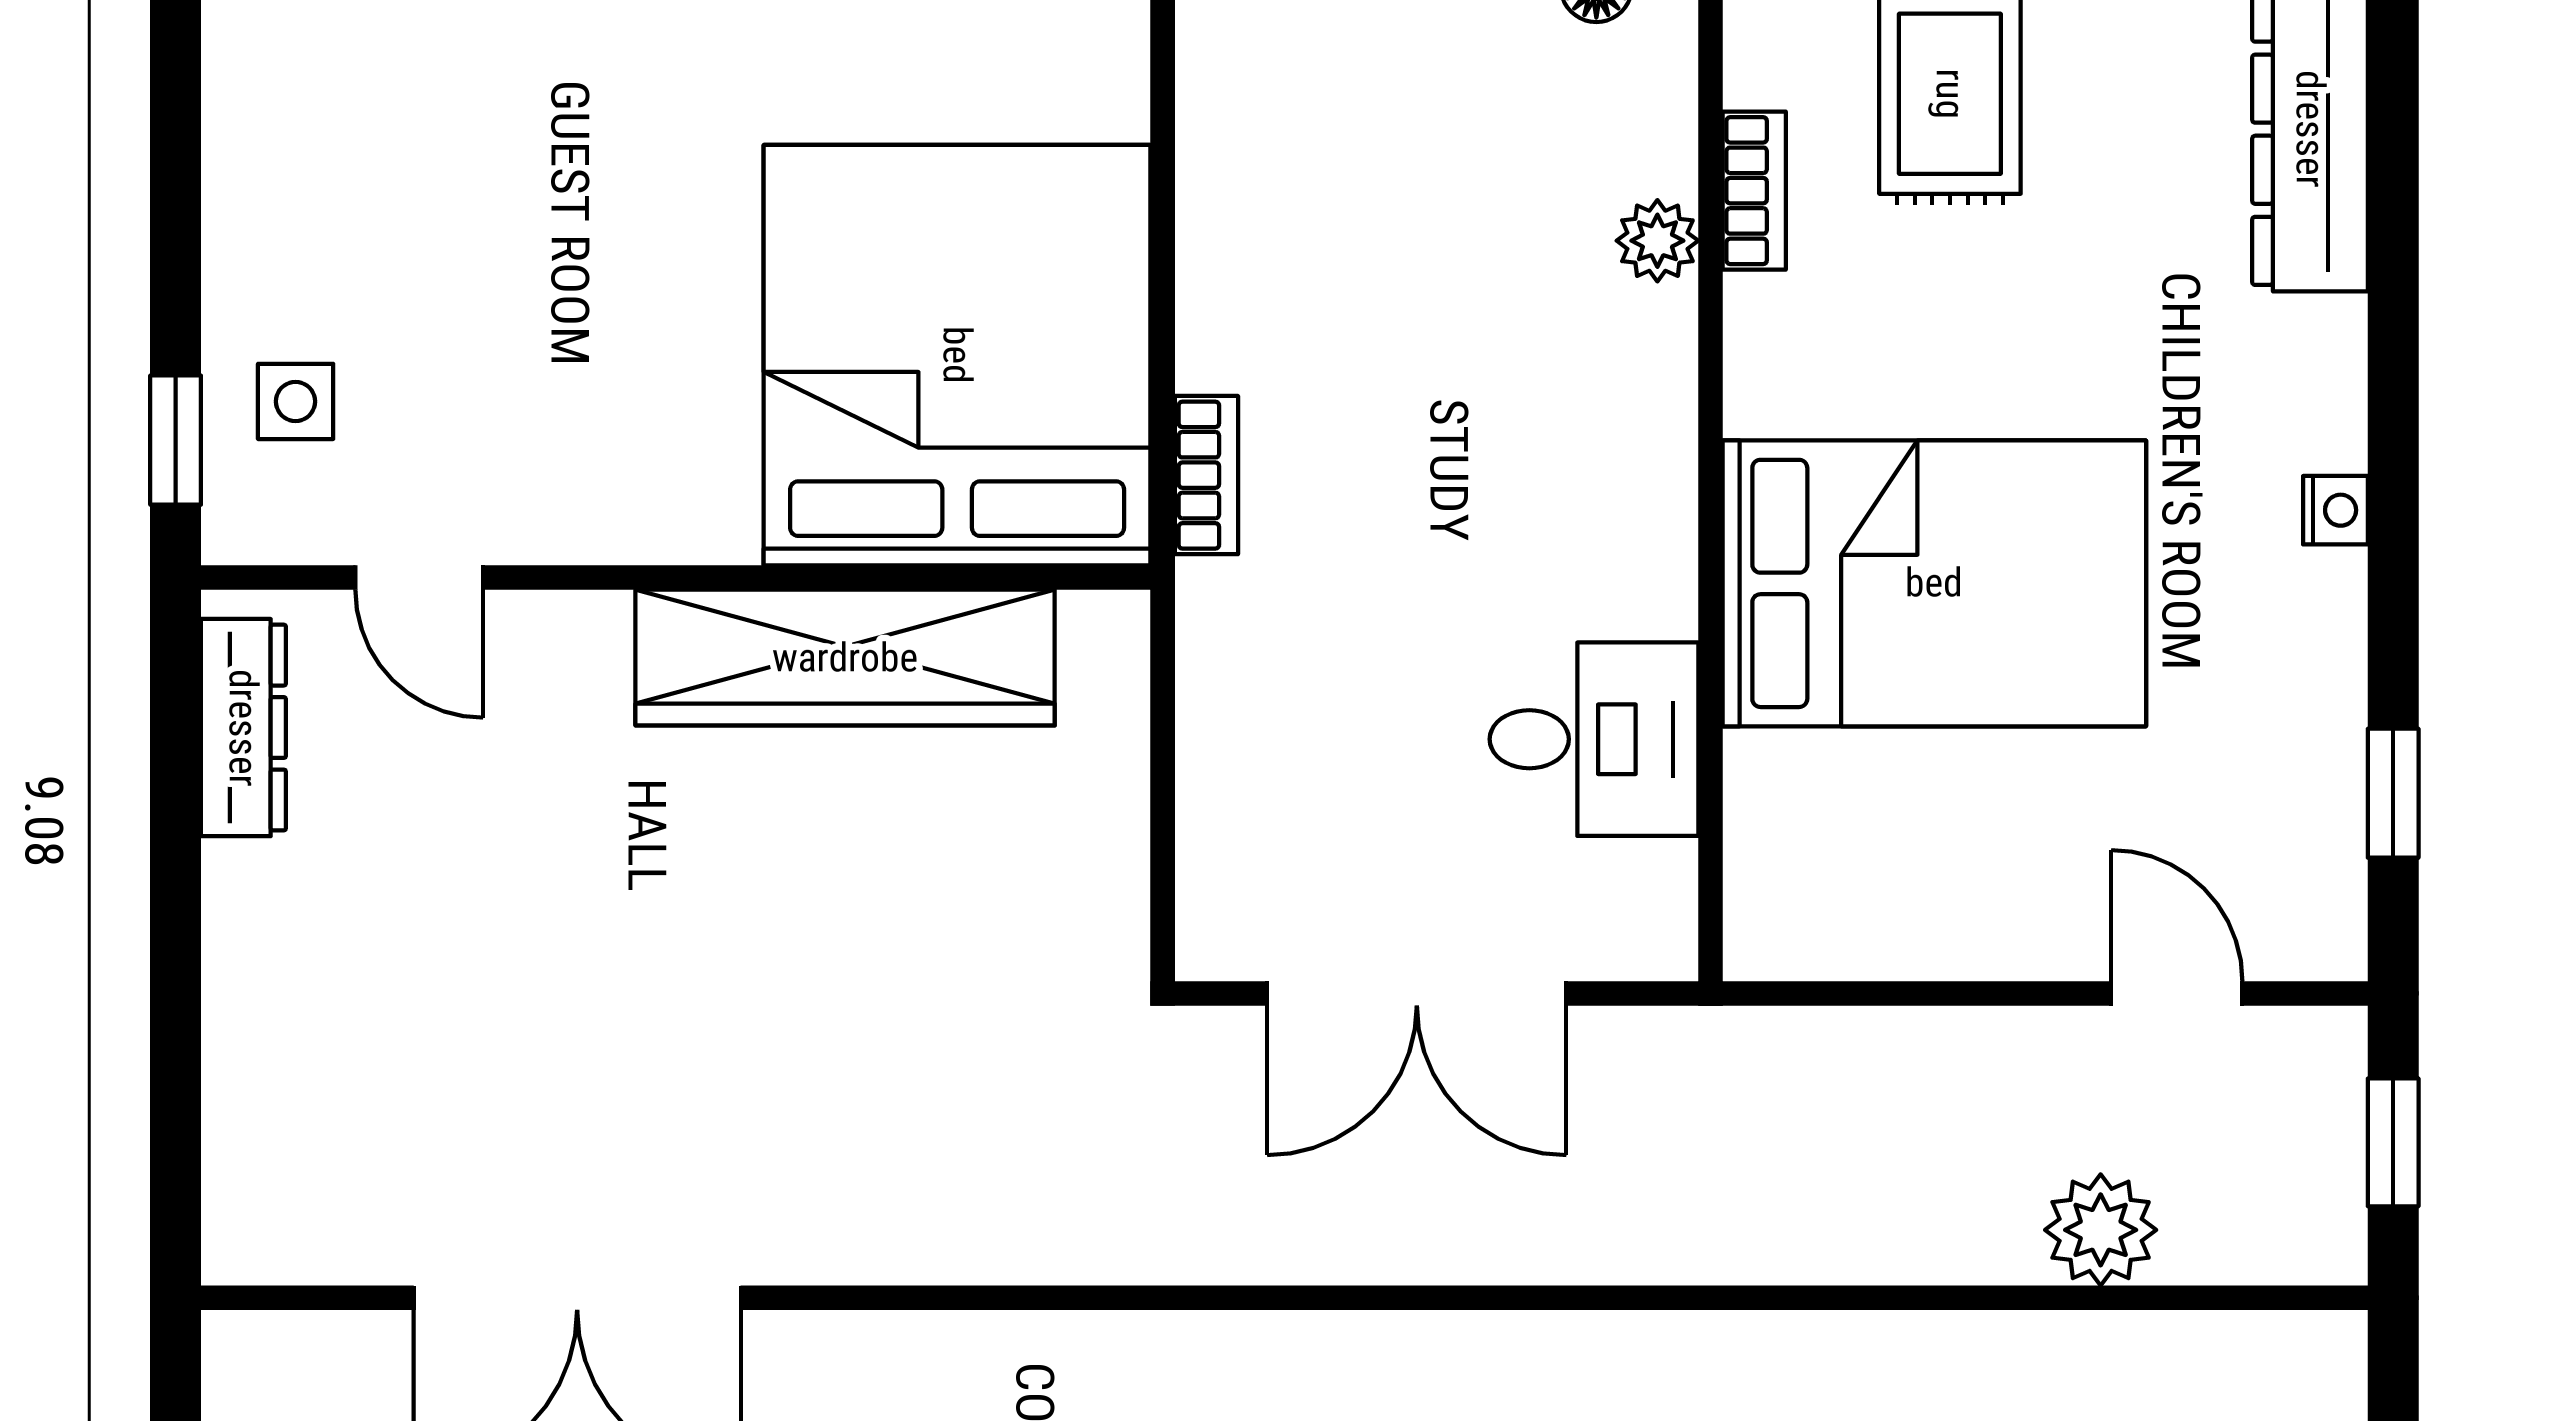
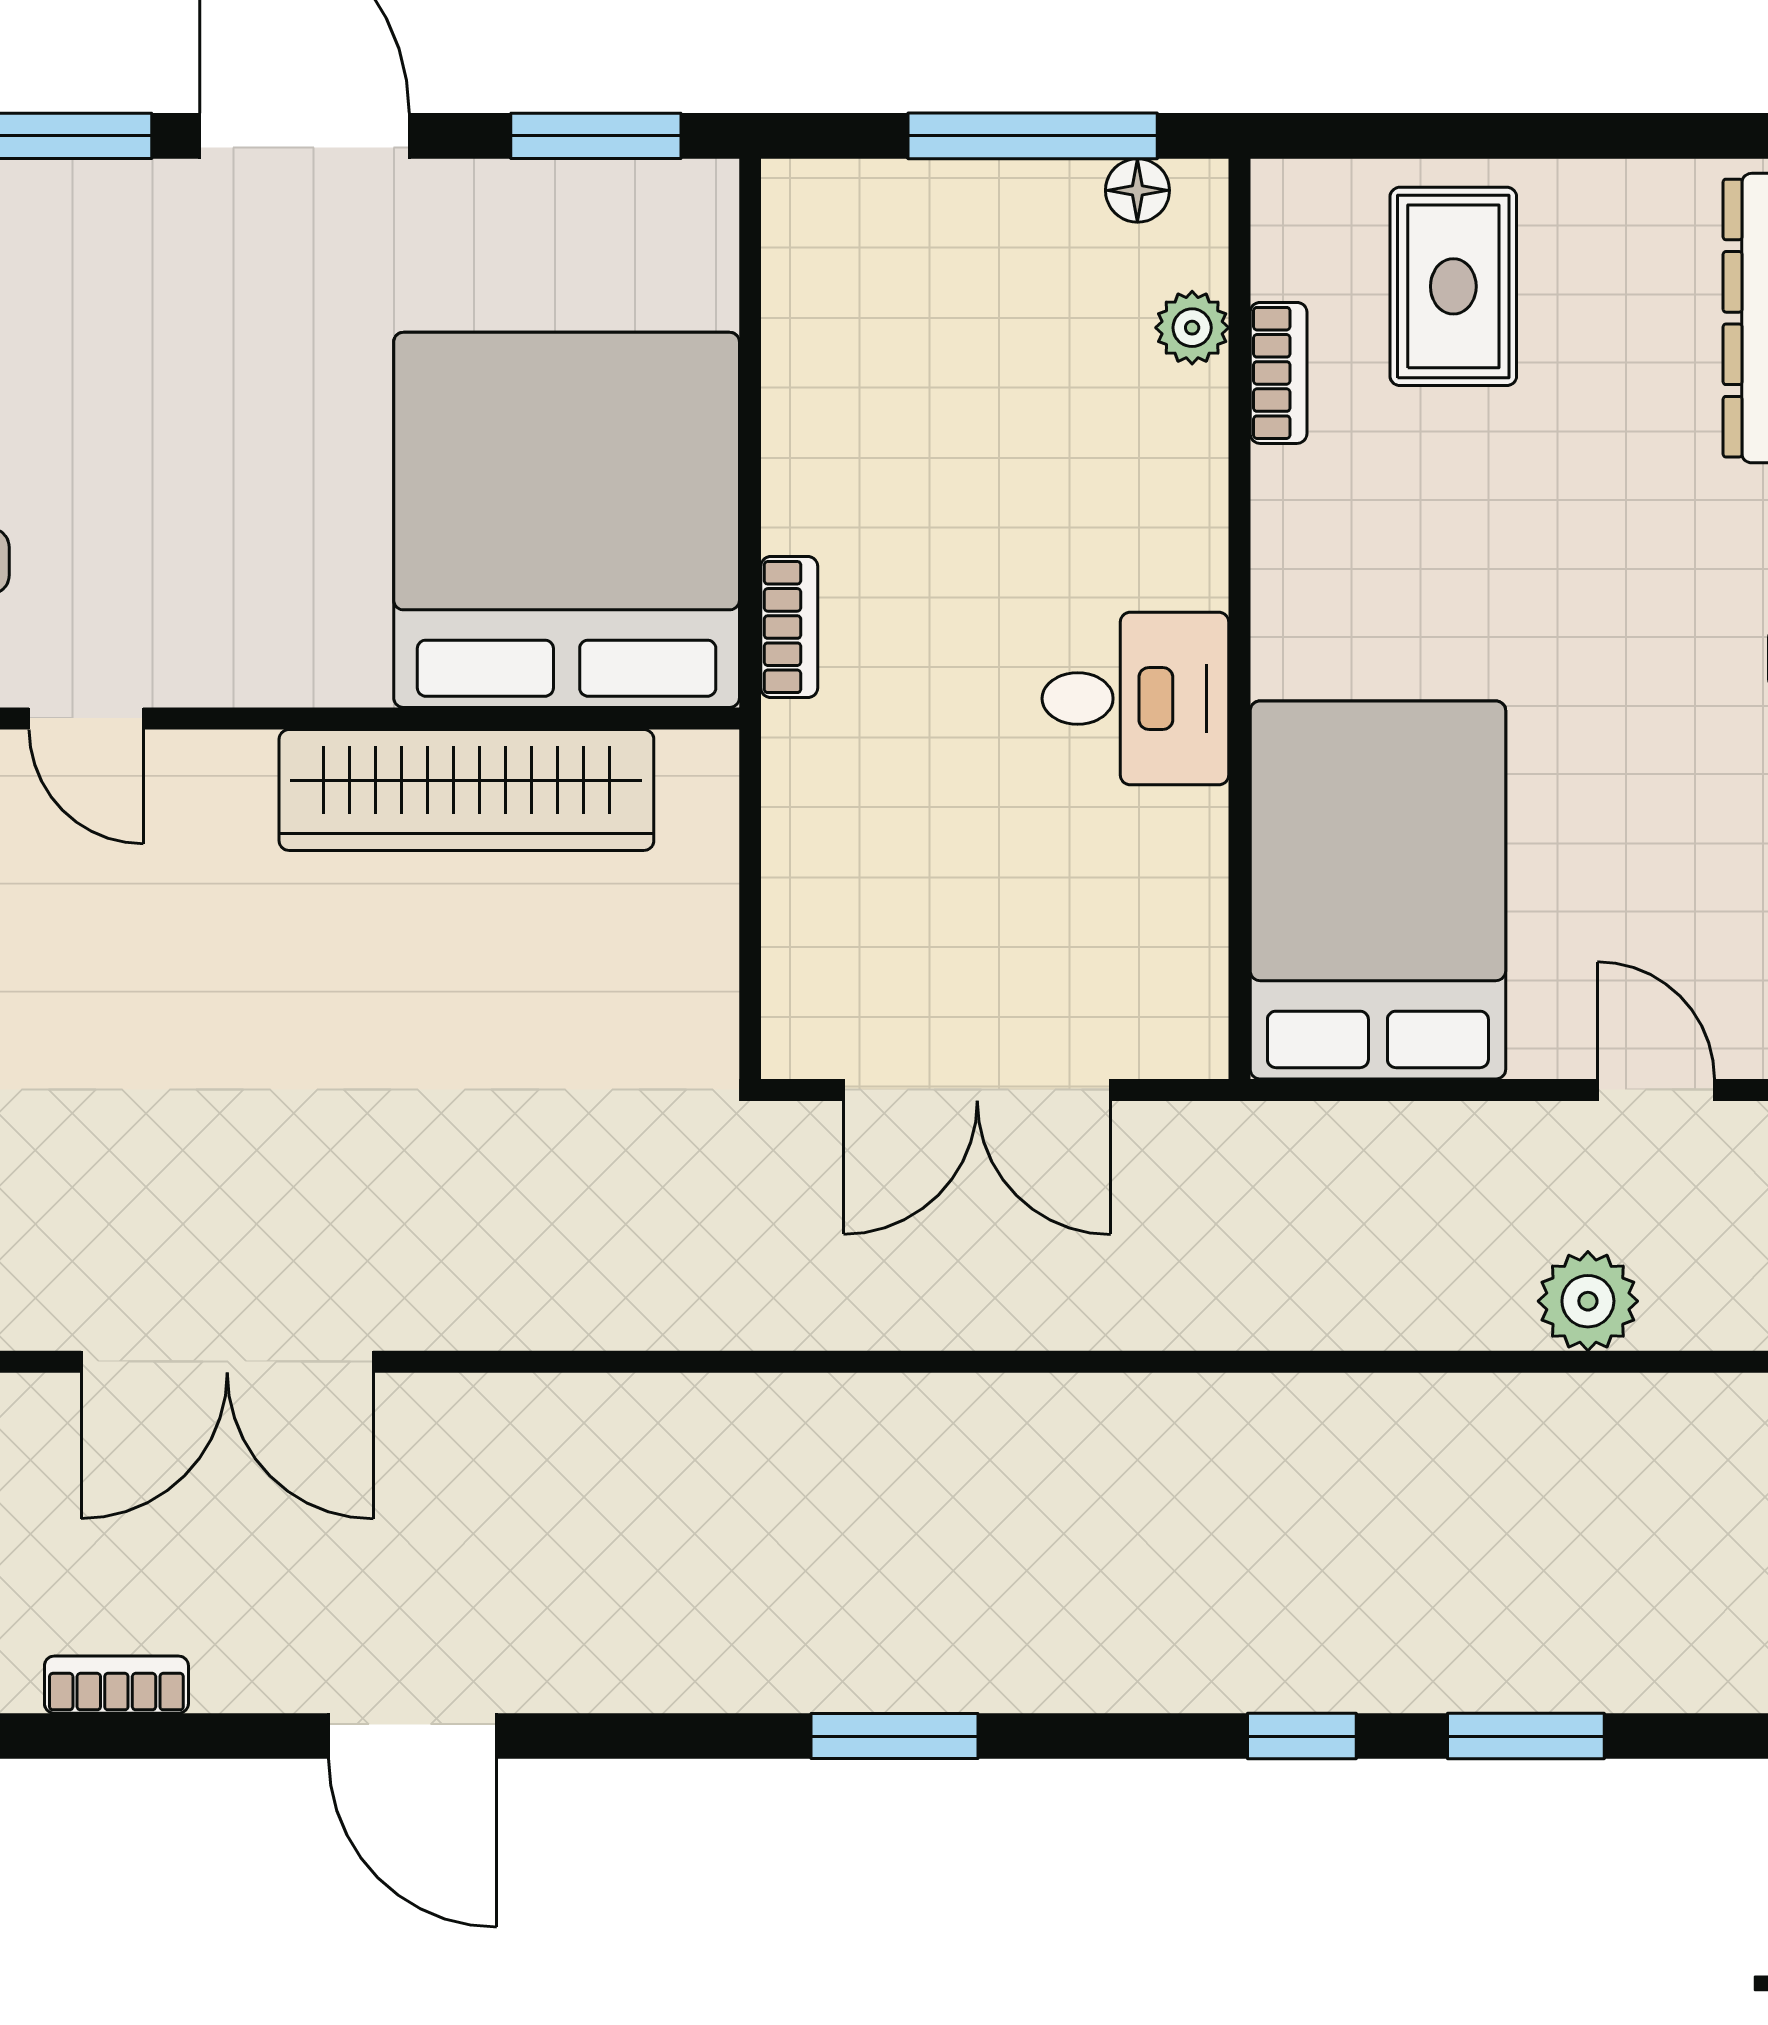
plant: (1657, 241) -> (1192, 328), moved
bed: (1934, 583) -> (1378, 890), moved, turned -90
desk: (1594, 739) -> (1135, 699), moved

